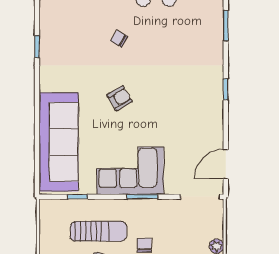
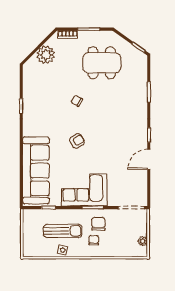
door: (226, 164) -> (149, 159), moved
chair: (151, 221) -> (98, 224), added

